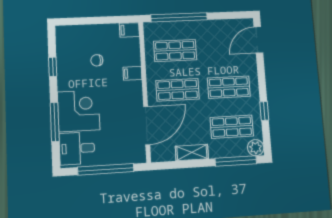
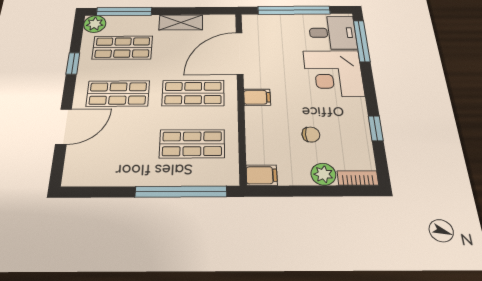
bookcase: (68, 30) -> (358, 178), added
plant: (90, 32) -> (323, 174), added
door: (258, 40) -> (64, 126), moved
filing cabinet: (132, 73) -> (257, 97), moved
window: (55, 122) -> (362, 41), moved

